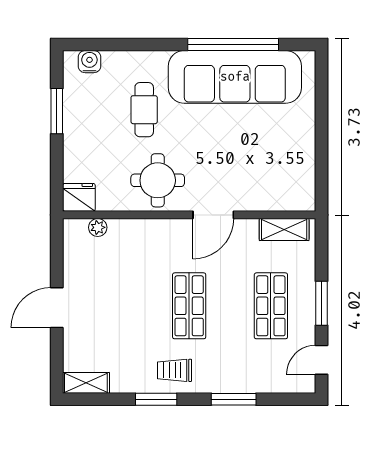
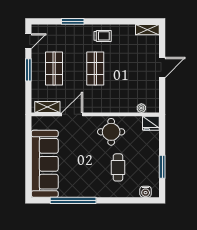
sofa: (235, 77) -> (45, 164), moved, turned 90
door: (213, 215) -> (72, 114), moved
window: (156, 399) -> (112, 21), removed

